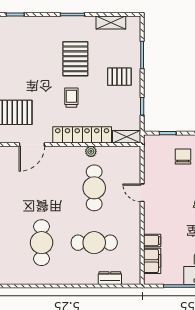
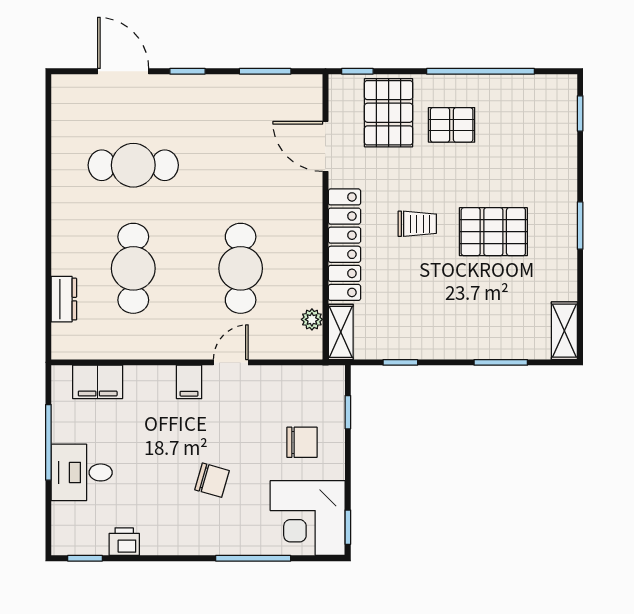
shelving: (111, 23) -> (564, 331), moved
pallet: (119, 77) -> (452, 125), moved, turned 90
plant: (91, 151) -> (312, 319), moved
cafe table: (94, 188) -> (241, 268), turned 90
filing cabinet: (152, 240) -> (189, 382), moved

